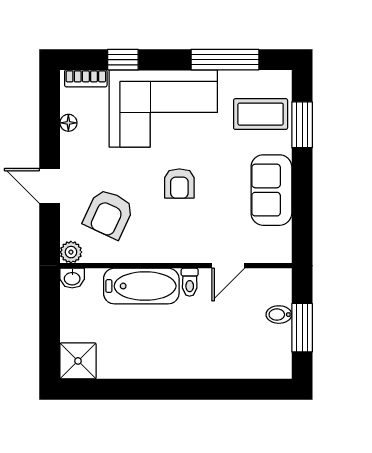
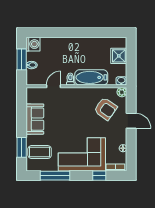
armchair: (179, 183) -> (75, 122), removed
armchair: (109, 214) -> (106, 109), turned 100
shower: (78, 361) -> (119, 56), moved
washing machine: (276, 363) -> (33, 44), added

